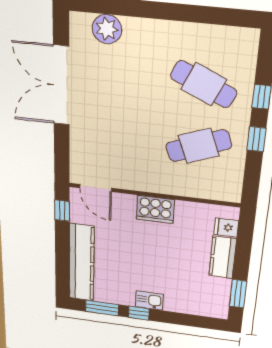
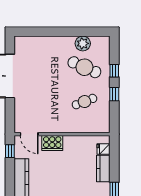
plant: (107, 29) -> (83, 43), moved
cafe table: (199, 146) -> (84, 102), width x0.73, depth x0.74
cooker: (155, 209) -> (52, 143), moved

